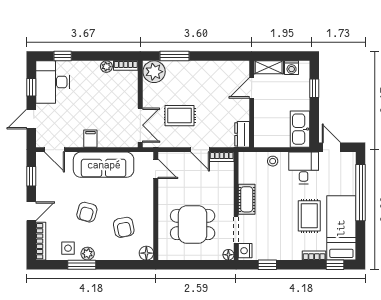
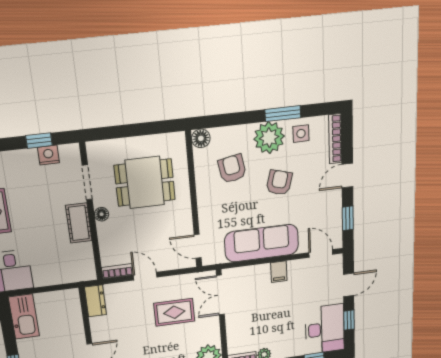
stool: (273, 161) -> (52, 274), removed
nightstand: (245, 251) -> (48, 155), moved, turned -90
plant: (88, 254) -> (269, 138), width x1.88, depth x1.88
floor lamp: (228, 255) -> (102, 214), moved

